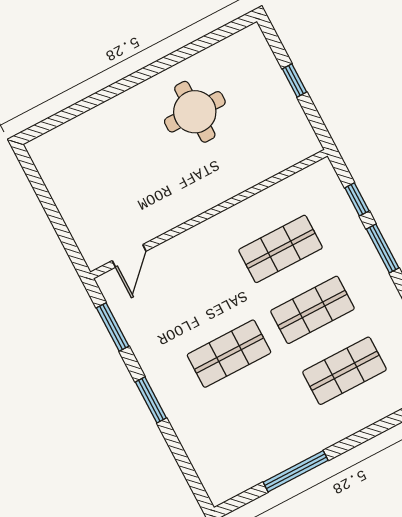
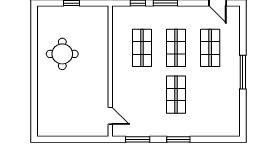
window: (296, 471) -> (243, 72), moved

